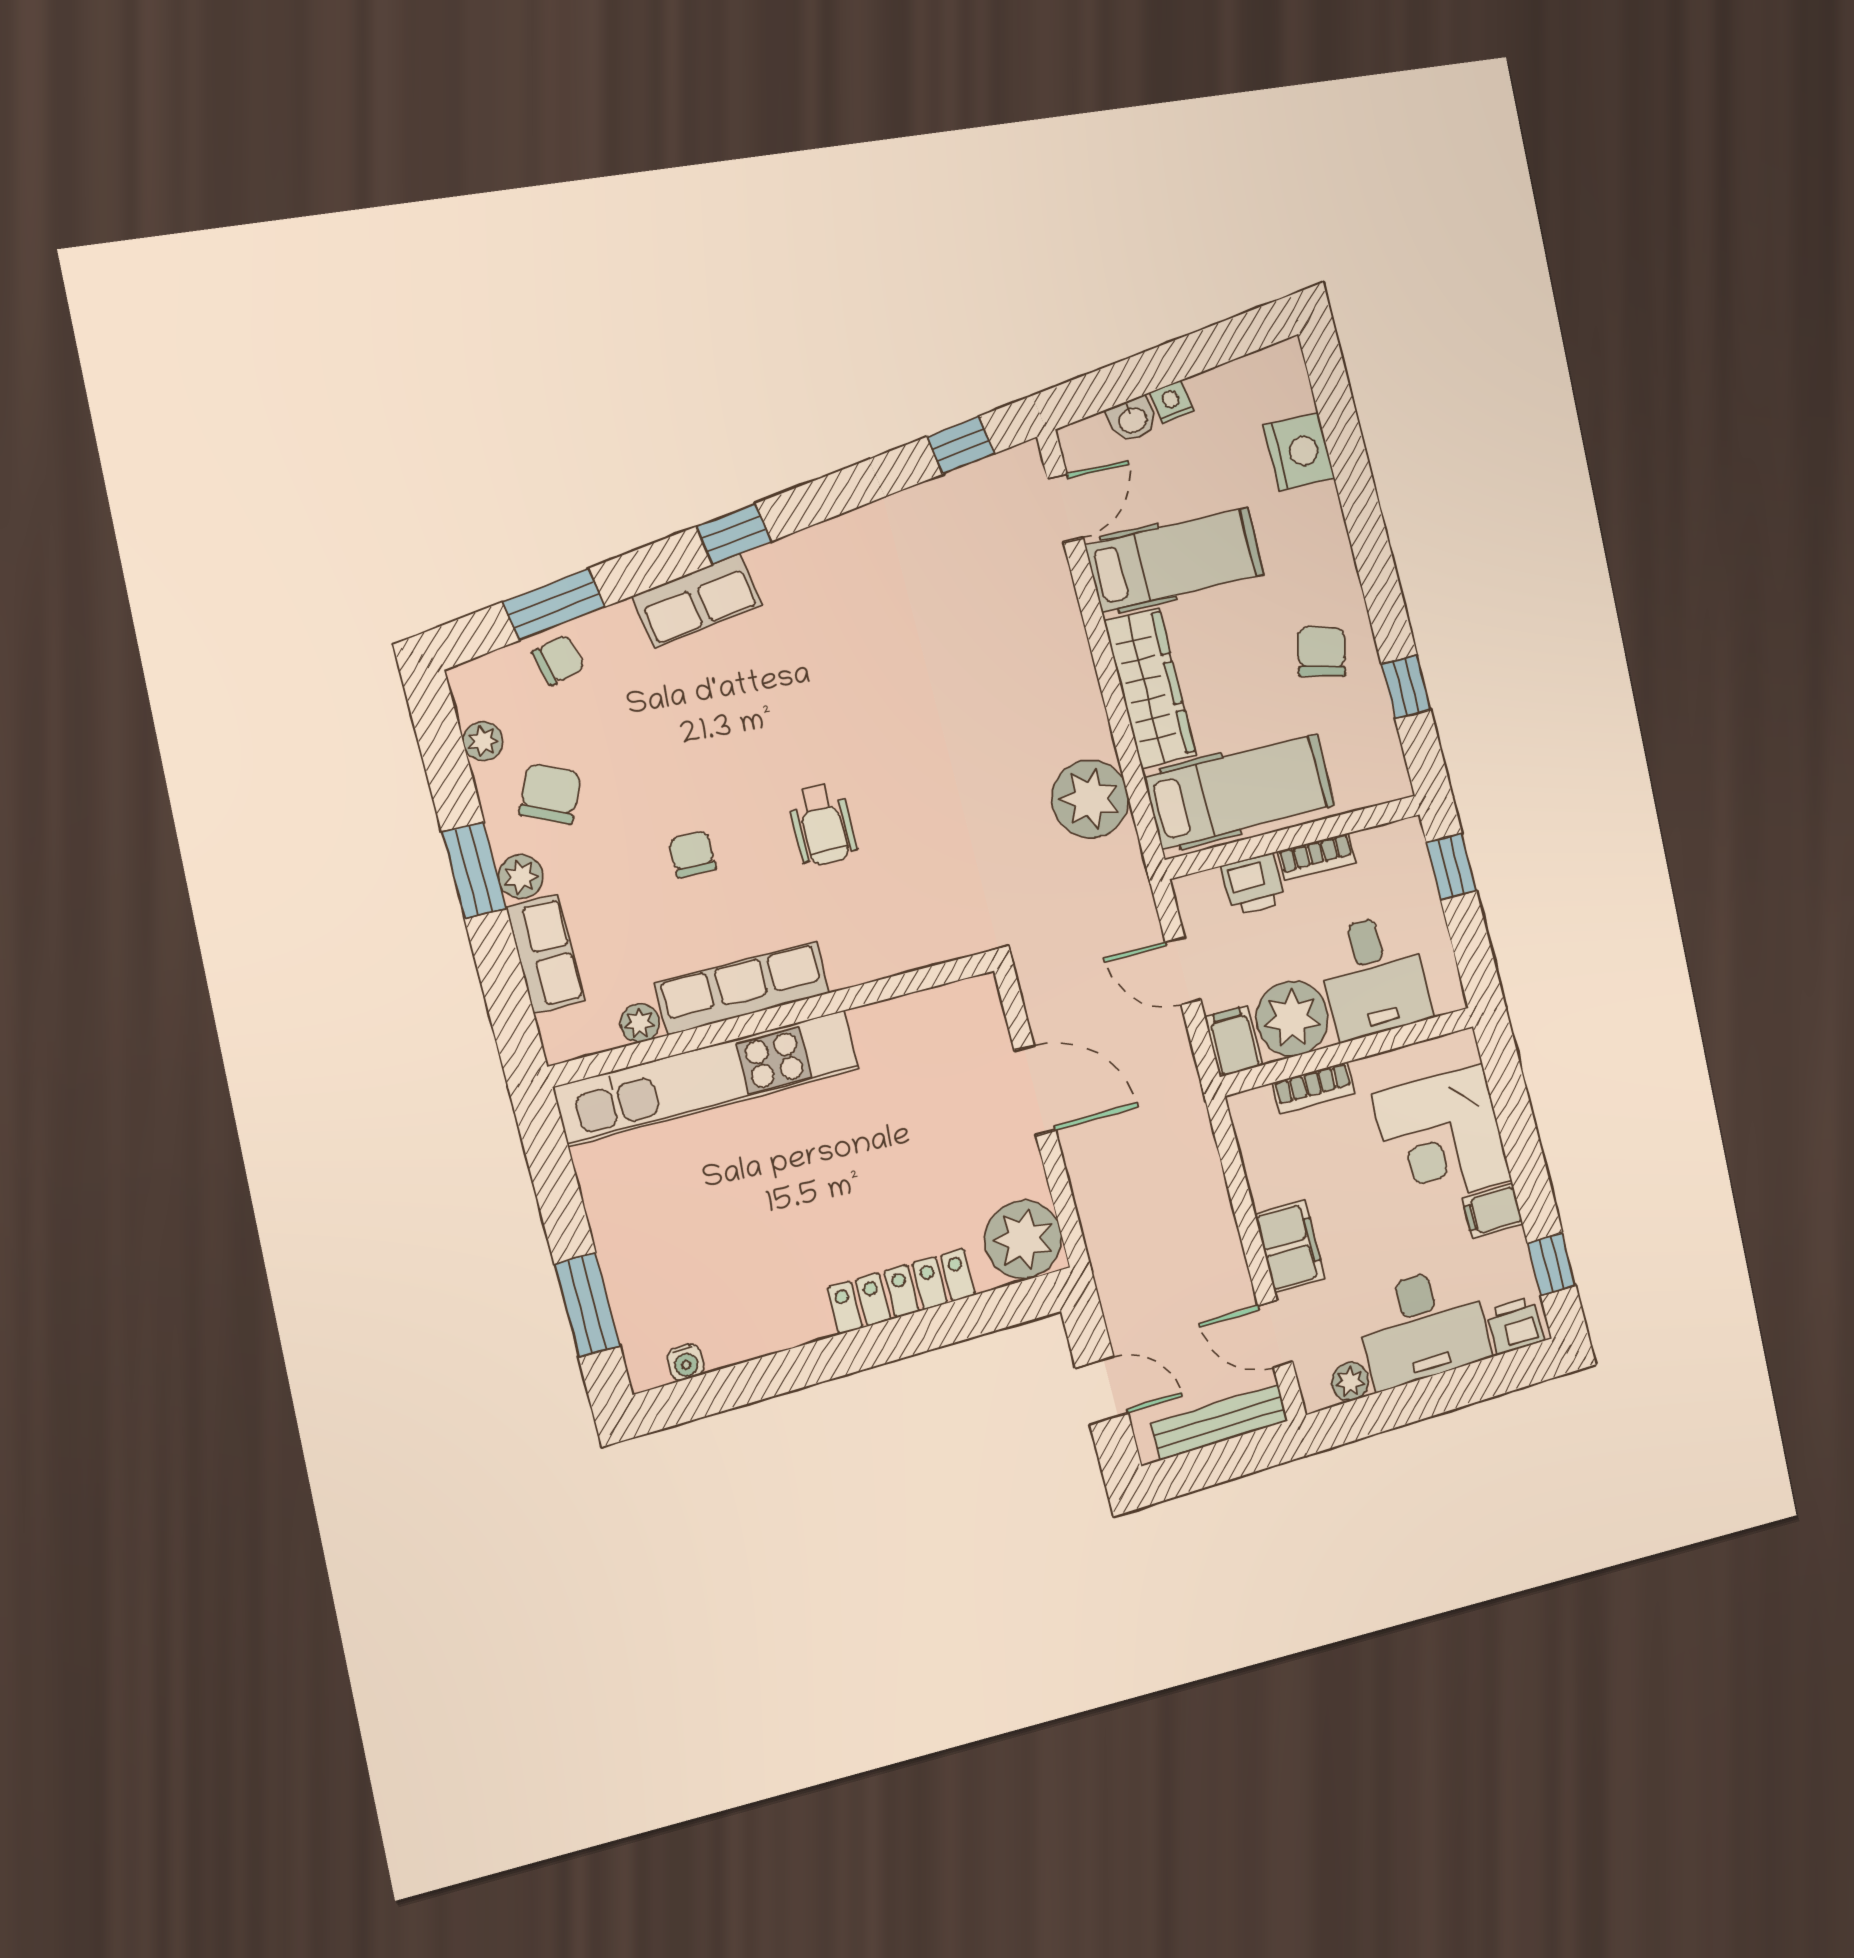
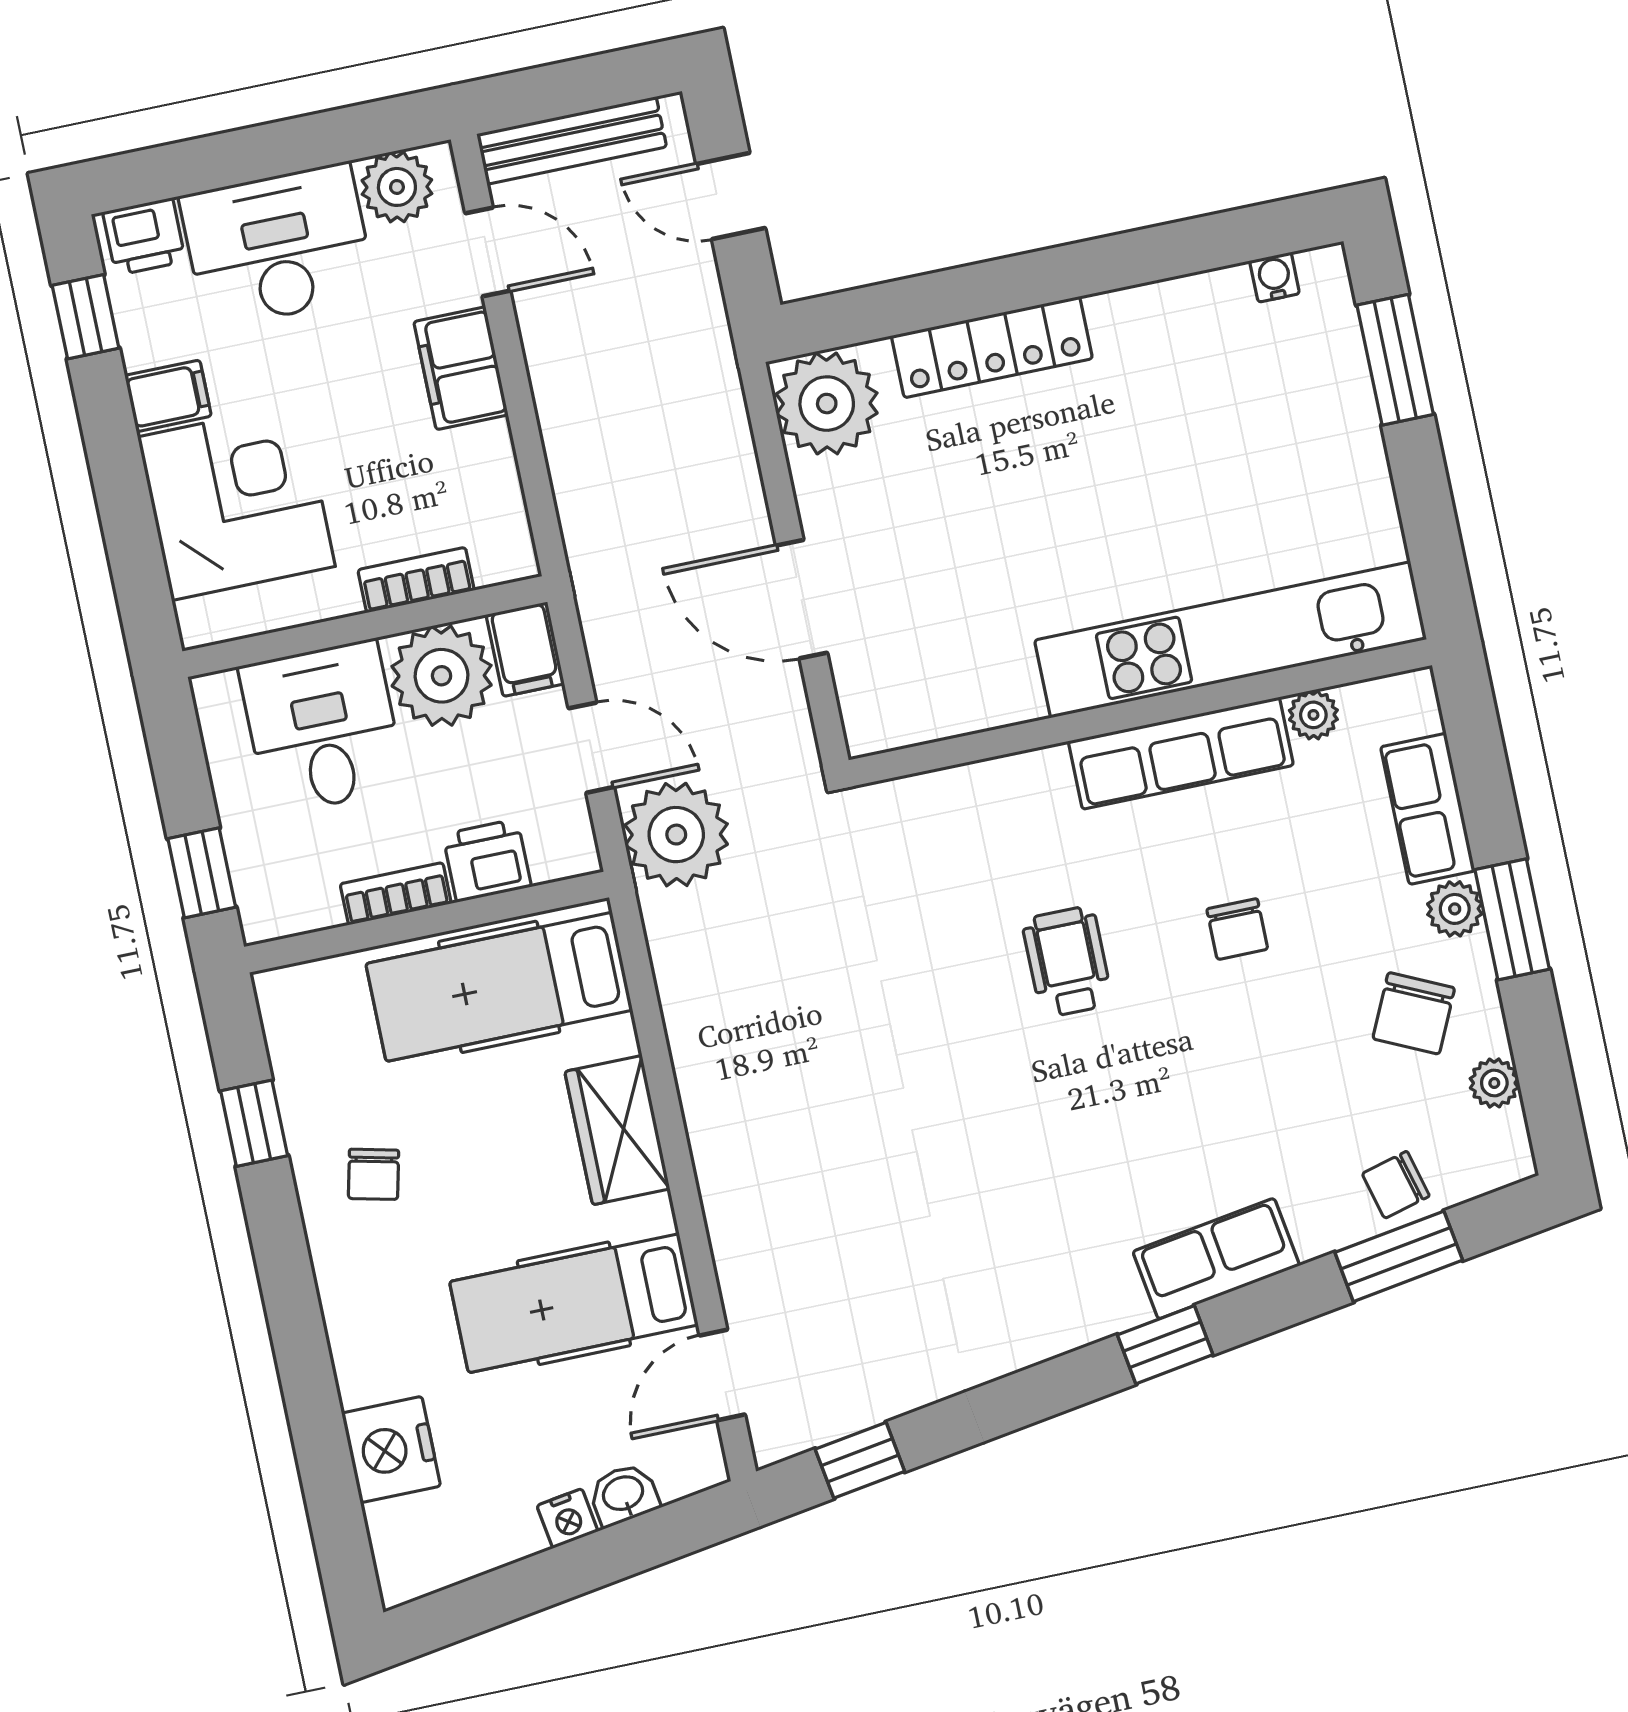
chair: (1321, 652) -> (374, 1174), width x0.73, depth x0.73
wardrobe: (1150, 688) -> (617, 1130), width x0.67
plant: (1090, 799) -> (676, 835), moved
plant: (1350, 1381) -> (397, 187), width x1.38, depth x1.38

